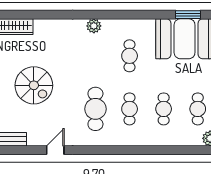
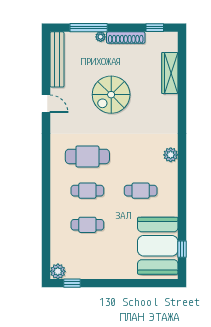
window: (188, 15) -> (182, 249), width x0.67
cafe table: (198, 109) -> (87, 259), removed
door: (55, 150) -> (46, 104), moved

